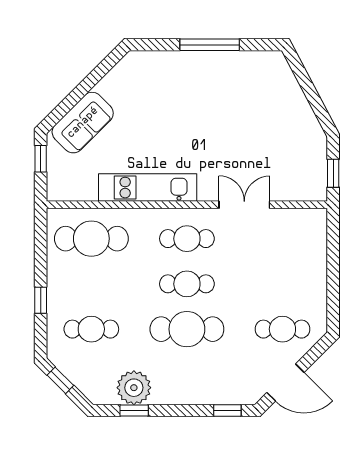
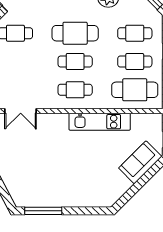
window: (210, 45) -> (43, 211), moved
double door: (244, 205) -> (21, 111), moved
cafe table: (91, 284) -> (135, 62), added

